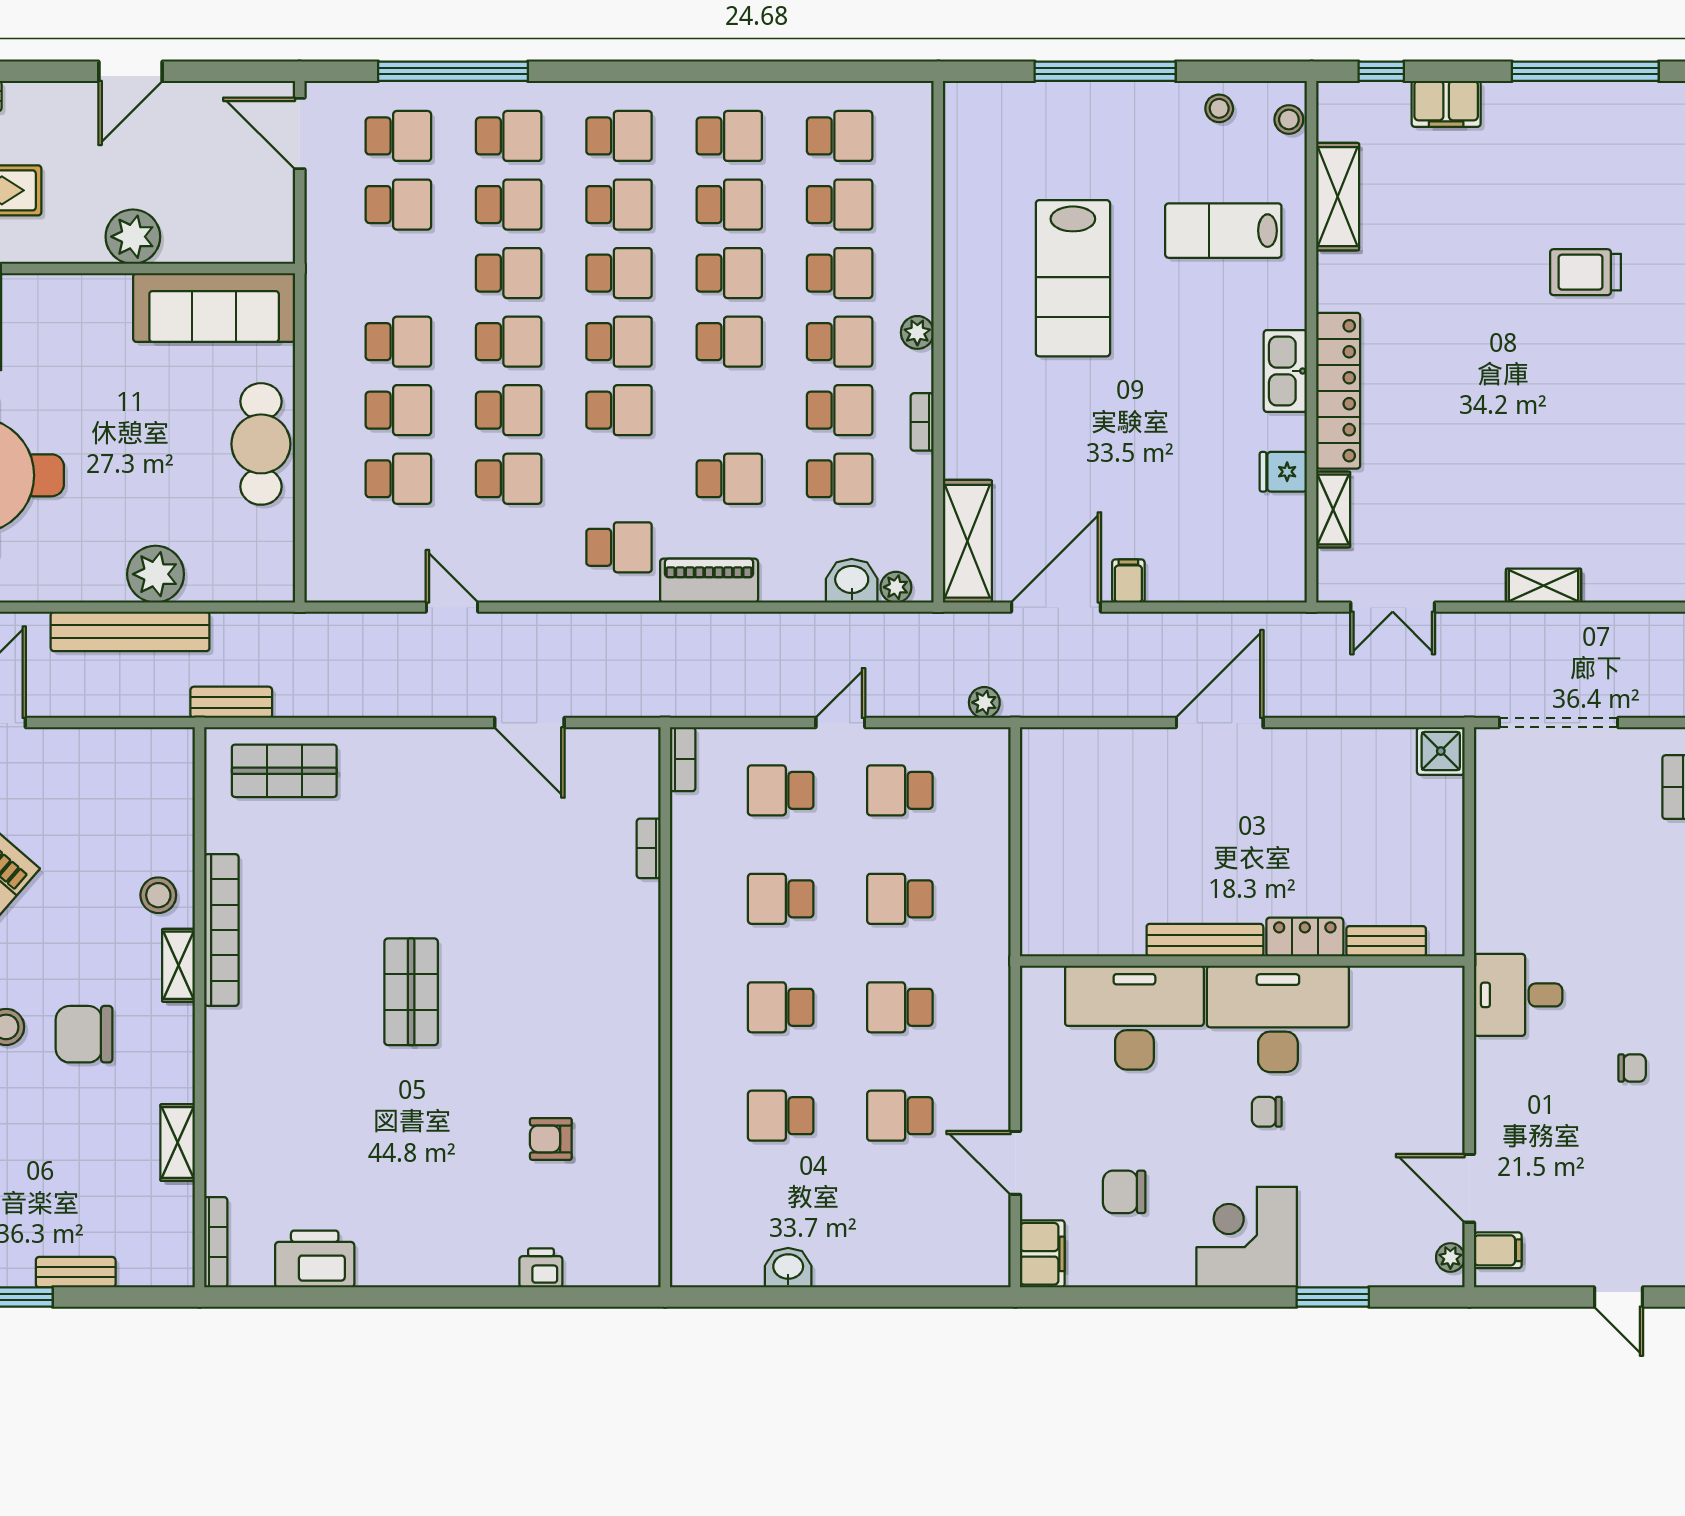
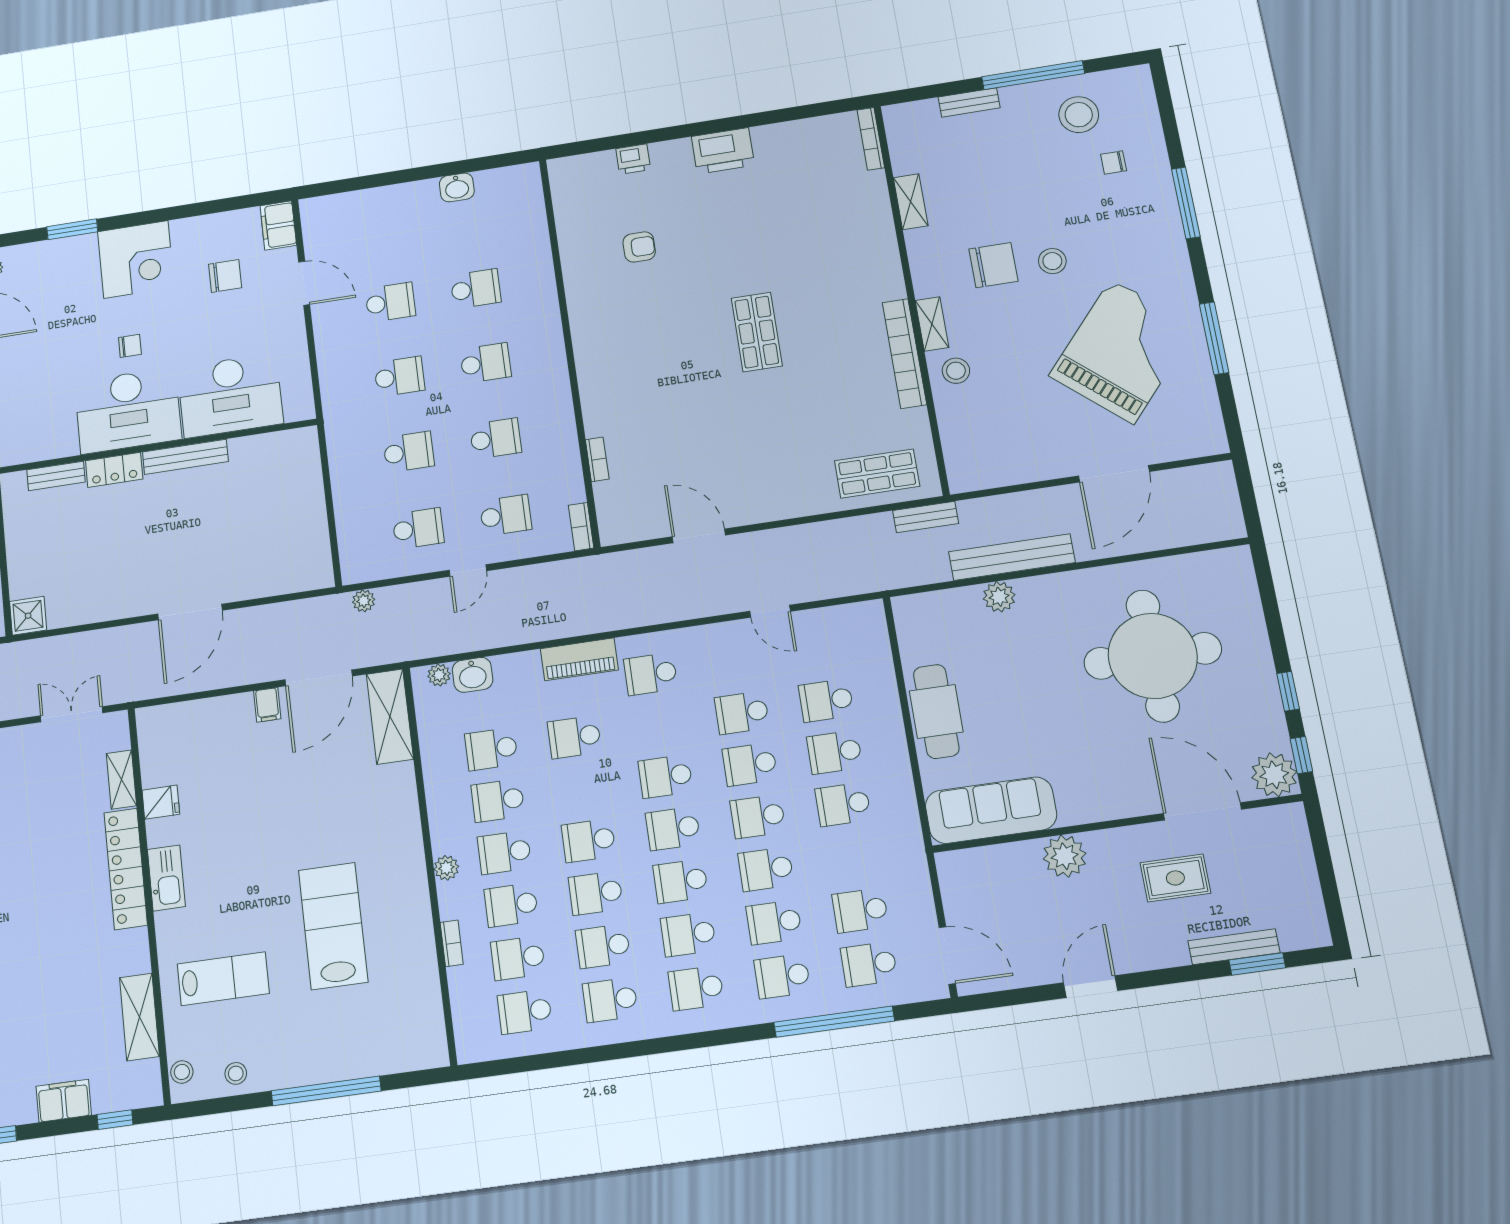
bookcase: (922, 422) -> (452, 943), moved
plant: (156, 574) -> (999, 597), width x0.73, depth x0.73
printer: (315, 1259) -> (723, 151), moved

